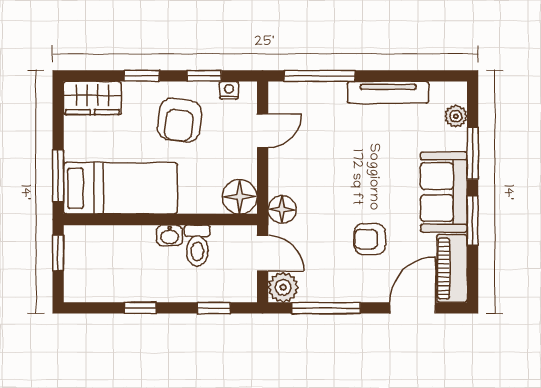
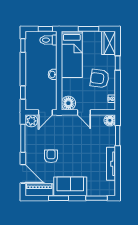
window: (204, 76) -> (118, 89), removed
window: (320, 76) -> (118, 136), width x0.69
plant: (456, 116) -> (101, 191), removed
door: (263, 131) -> (84, 112), moved
window: (473, 153) -> (97, 198), moved
window: (58, 176) -> (89, 29), moved
floor lamp: (282, 210) -> (110, 120), moved
toilet: (197, 246) -> (48, 40), moved
window: (140, 308) -> (23, 45), moved

